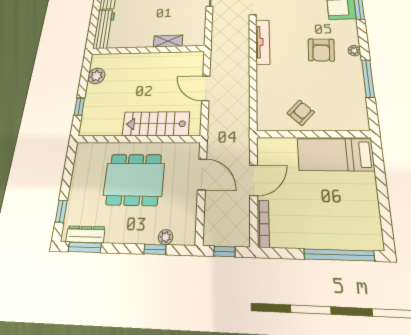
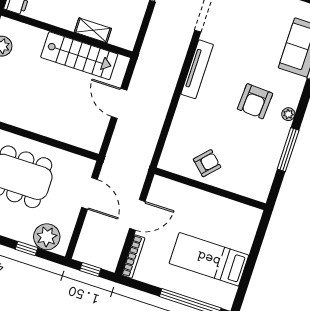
stairs: (156, 124) -> (79, 56), moved, turned 180
bed: (335, 155) -> (209, 259), moved
plant: (166, 237) -> (47, 237), width x1.88, depth x1.88

